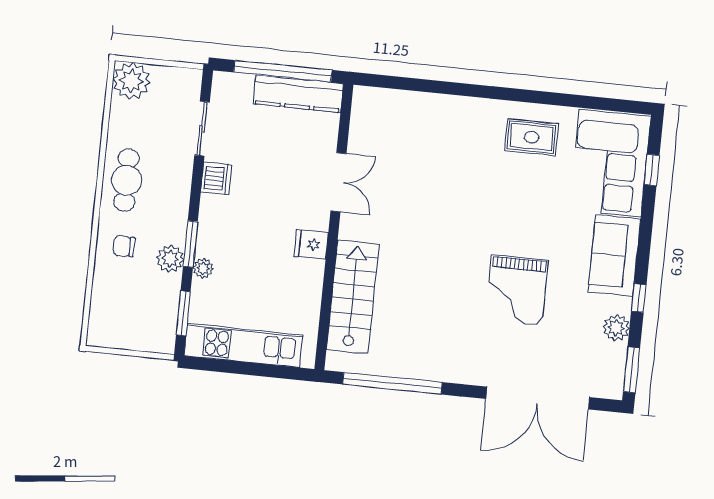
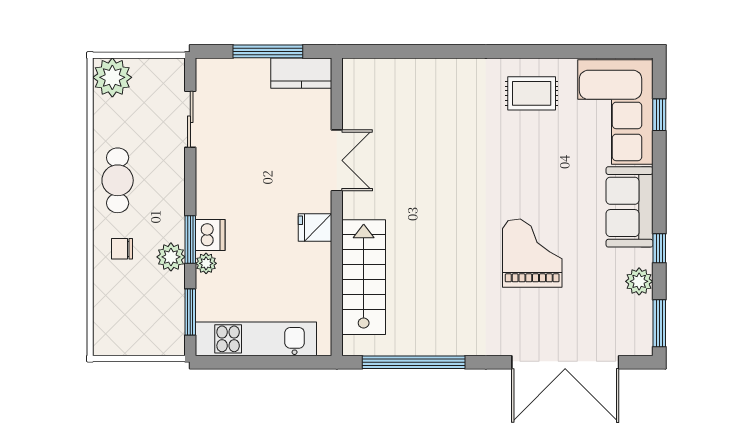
window: (283, 71) -> (268, 51), width x0.68
kitchen counter: (298, 94) -> (301, 73), width x0.67
dishwasher: (216, 178) -> (210, 235), moved
grand piano: (517, 290) -> (532, 253), turned 180

